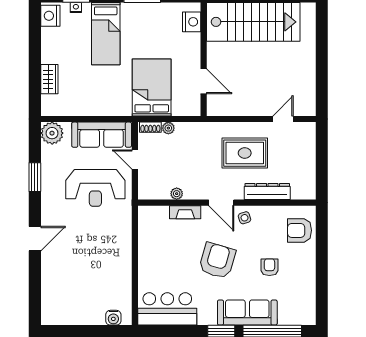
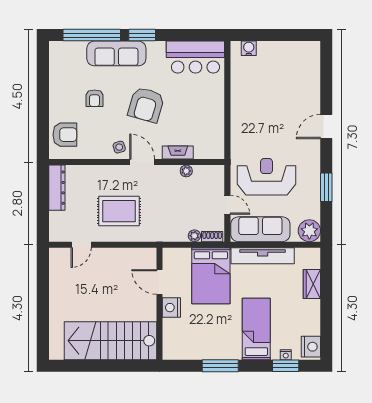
nightstand: (192, 22) -> (171, 308), moved
tv unit: (99, 108) -> (263, 256), added
dresser: (267, 191) -> (57, 188), moved, turned -90

